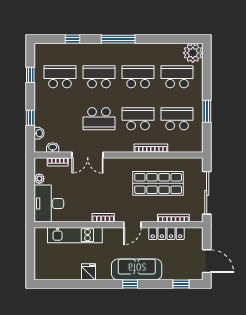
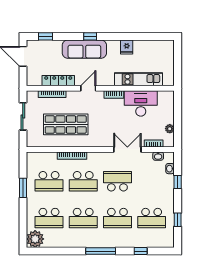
sliding door: (207, 193) -> (23, 116), width x0.73
desk: (49, 203) -> (141, 103), moved, turned -90

